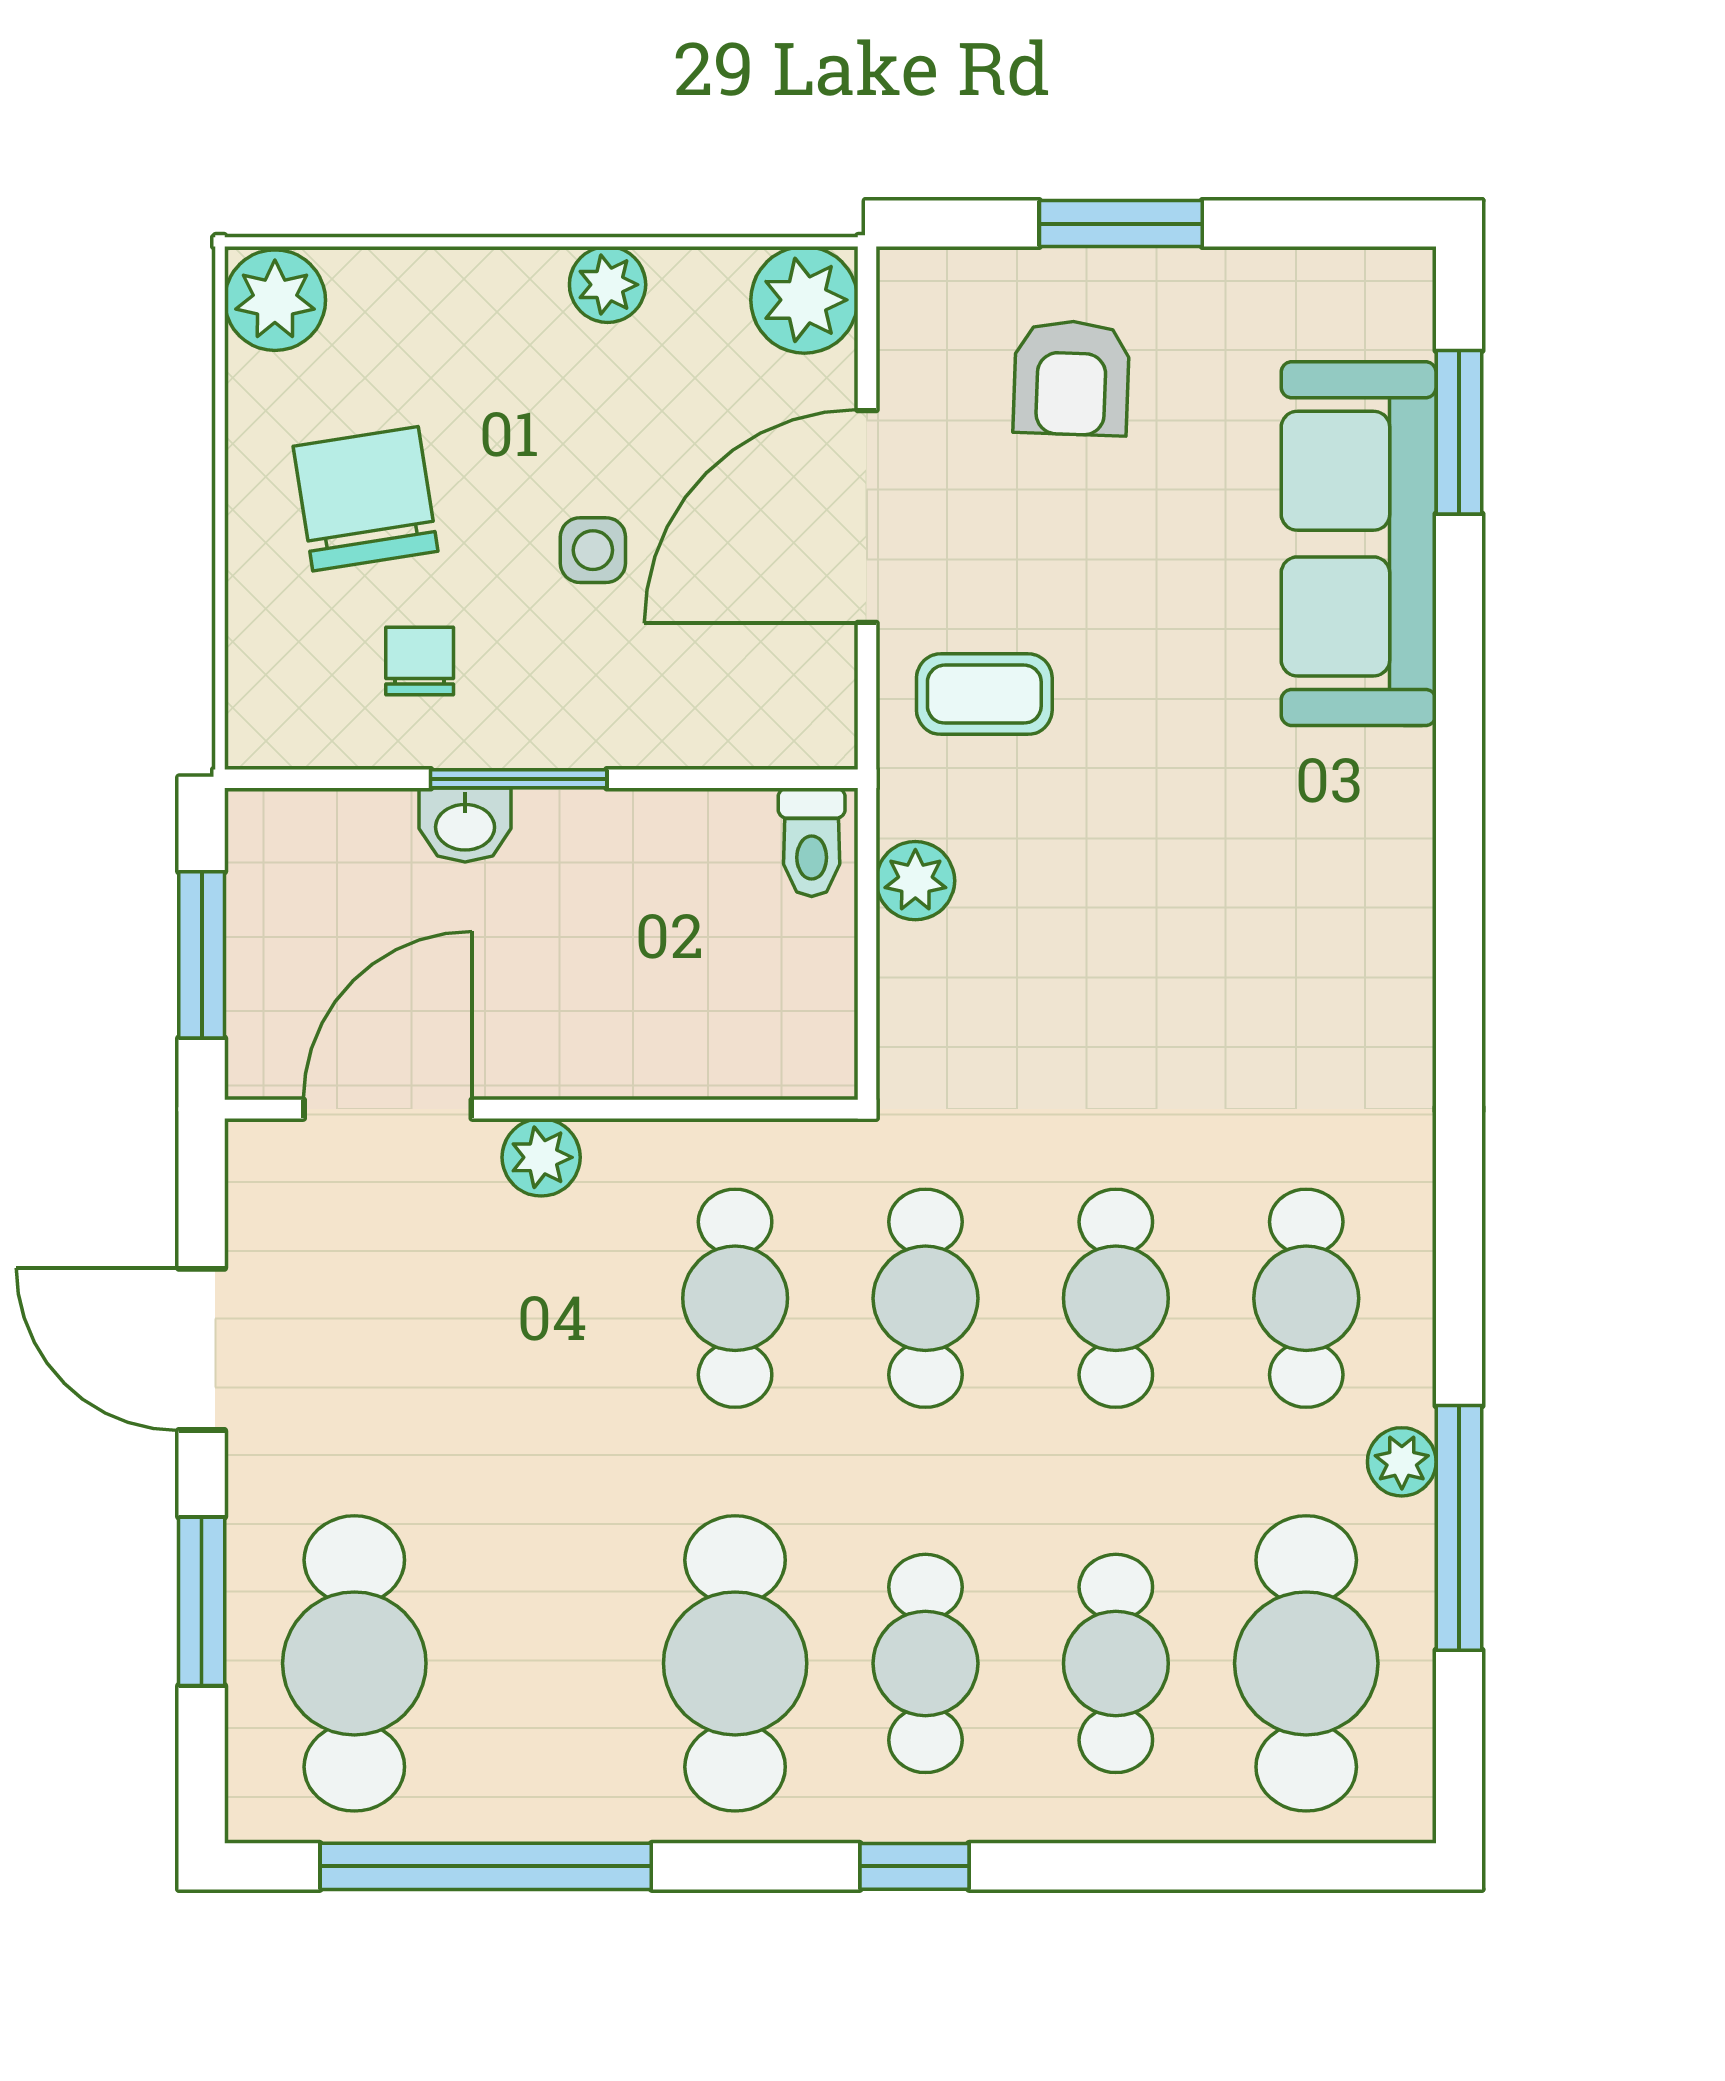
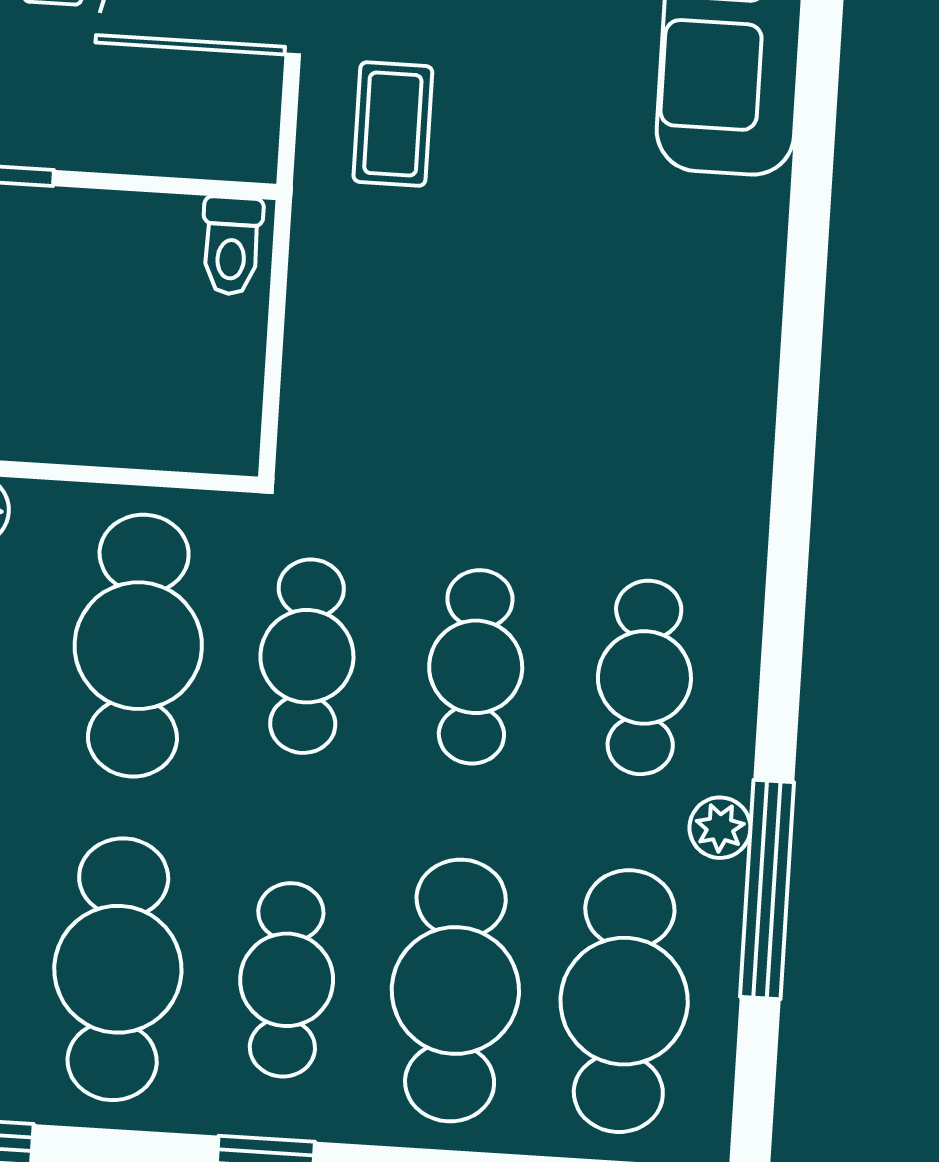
coffee table: (984, 694) -> (393, 124), turned 90
plant: (915, 881) -> (321, 286), removed
cafe table: (735, 1298) -> (138, 646), width x1.37, depth x1.35
cafe table: (1116, 1663) -> (455, 990), width x1.37, depth x1.35

